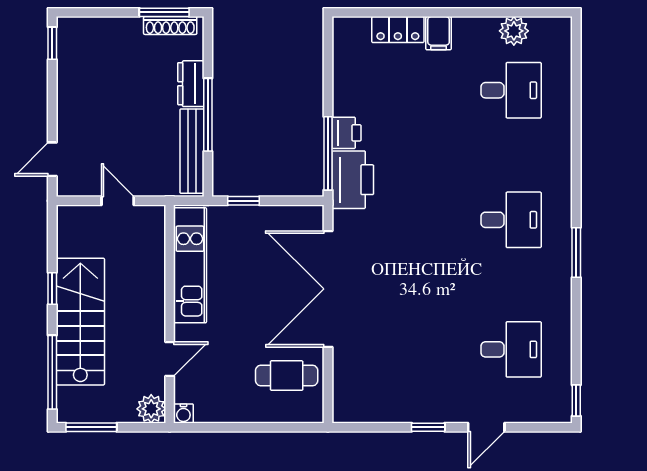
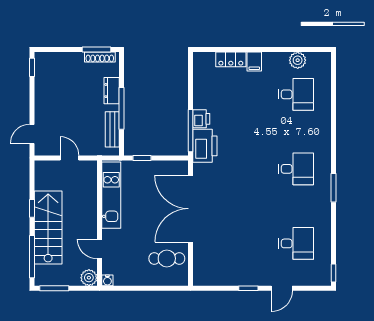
bench: (192, 151) -> (112, 129), width x0.73
door: (170, 359) -> (99, 249), swing flipped

